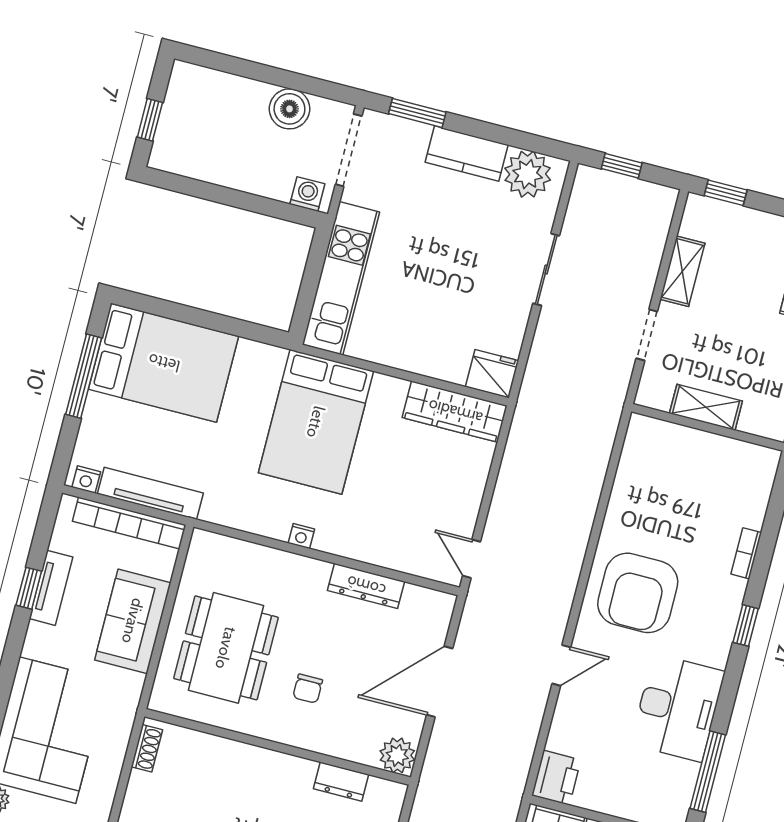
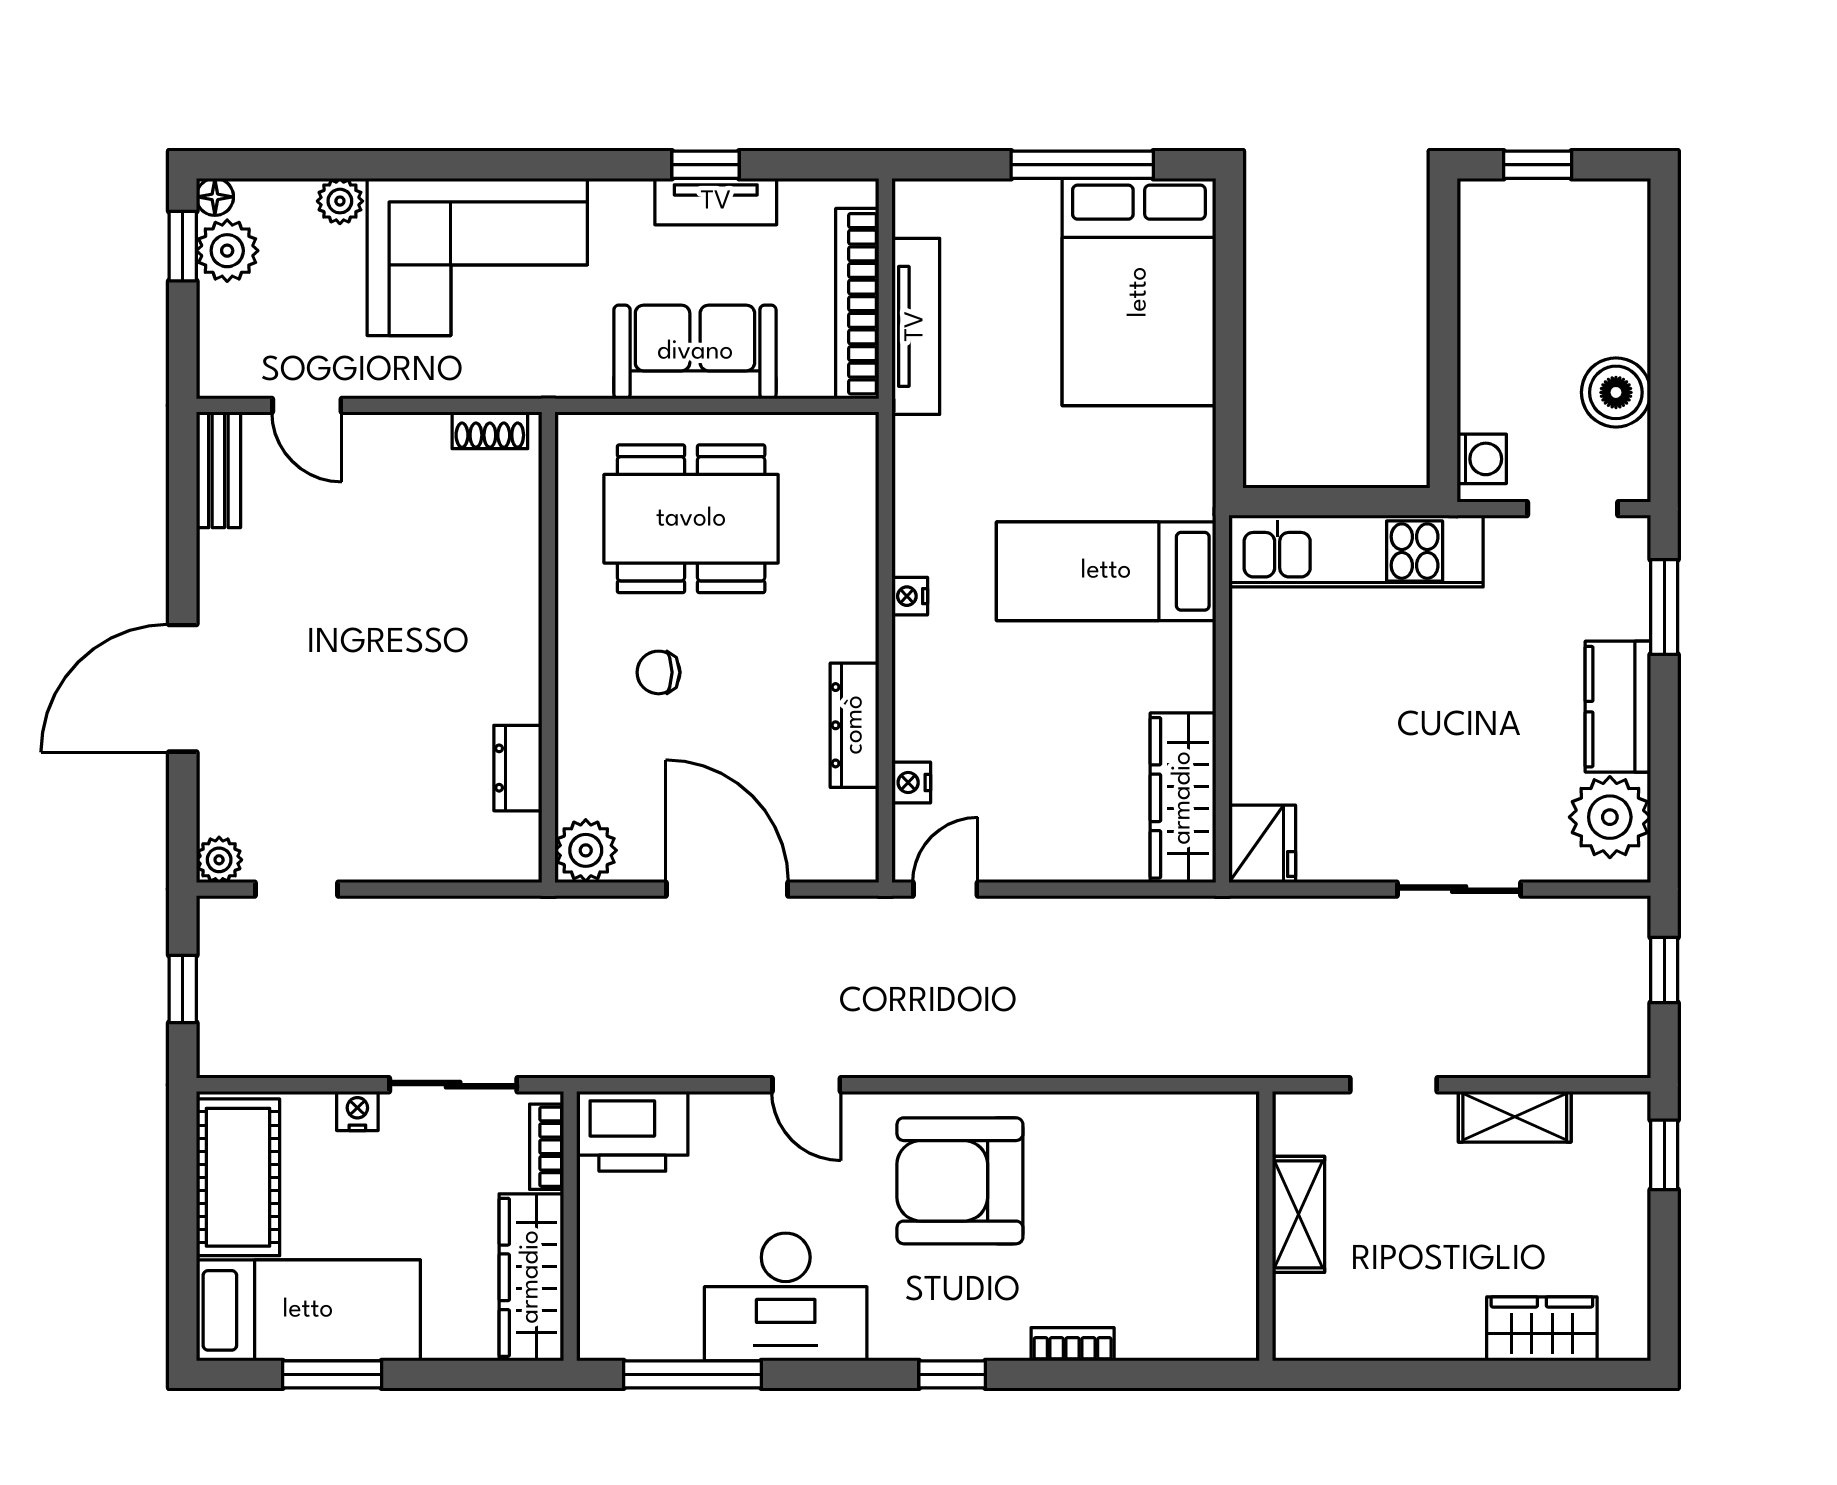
doorway: (349, 150) -> (1573, 509), width x0.73
bed: (316, 422) -> (1106, 571), width x0.67
nightstand: (86, 480) -> (911, 783), moved
printer: (556, 778) -> (632, 1131), width x1.37, depth x1.19

